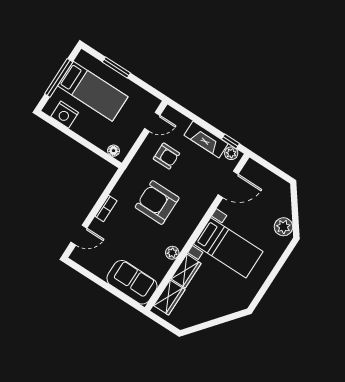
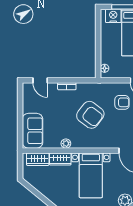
nightstand: (65, 115) -> (113, 16), moved, turned 90
armchair: (166, 156) -> (122, 102), turned -90
armchair: (157, 203) -> (90, 115), turned 127

